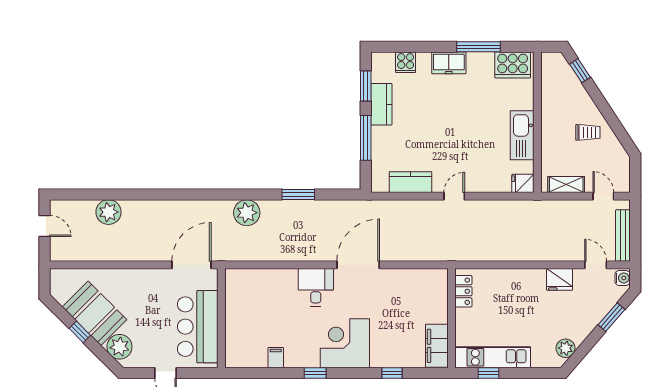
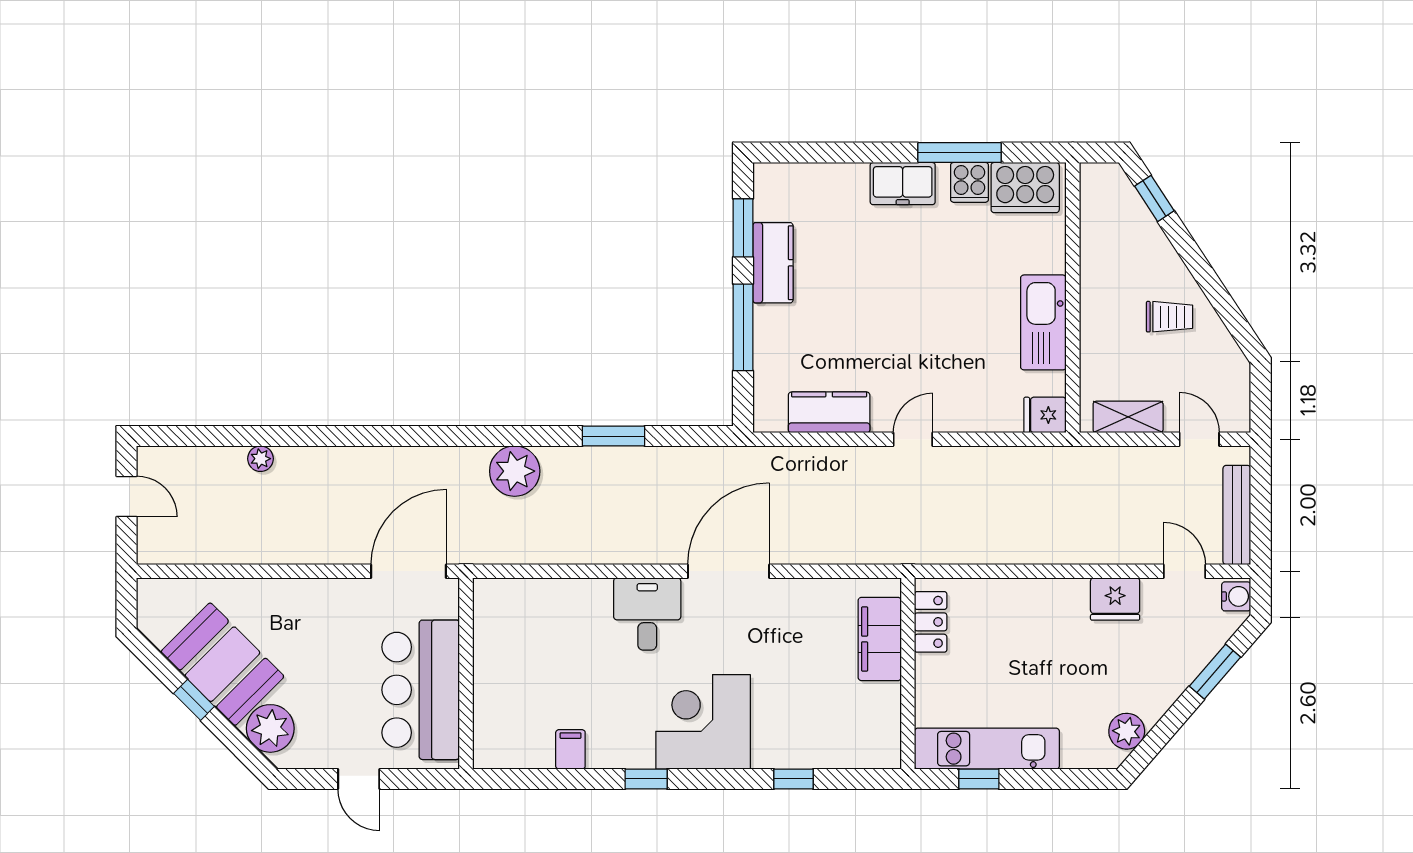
cooker: (406, 62) -> (969, 182), moved
plant: (109, 212) -> (260, 459), width x0.53, depth x0.53
filing cabinet: (437, 346) -> (880, 639), moved

